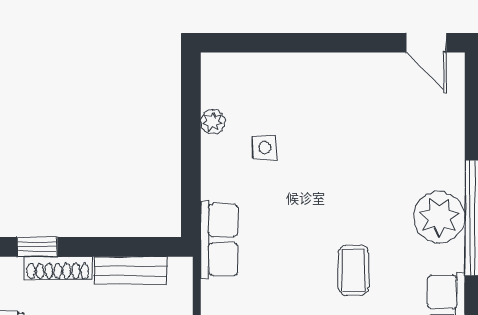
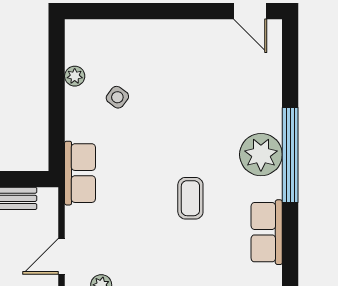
side table: (265, 147) -> (117, 97), turned 37

